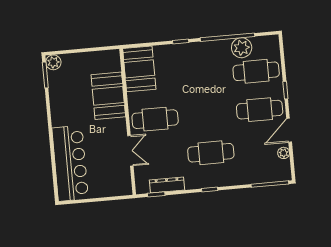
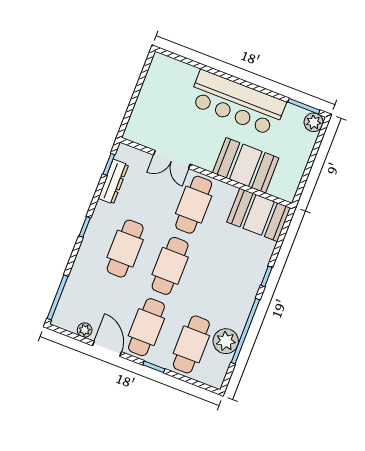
cafe table: (207, 114) -> (170, 266), added
bar counter: (70, 163) -> (237, 103), moved

